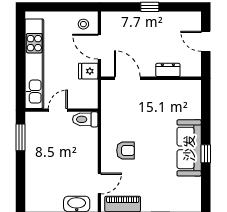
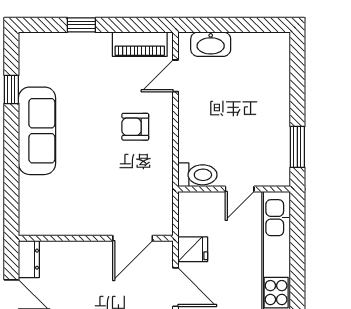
dresser: (168, 70) -> (29, 259), moved, turned -90
door: (127, 78) -> (133, 238), hinge flipped
window: (206, 154) -> (11, 89), moved

